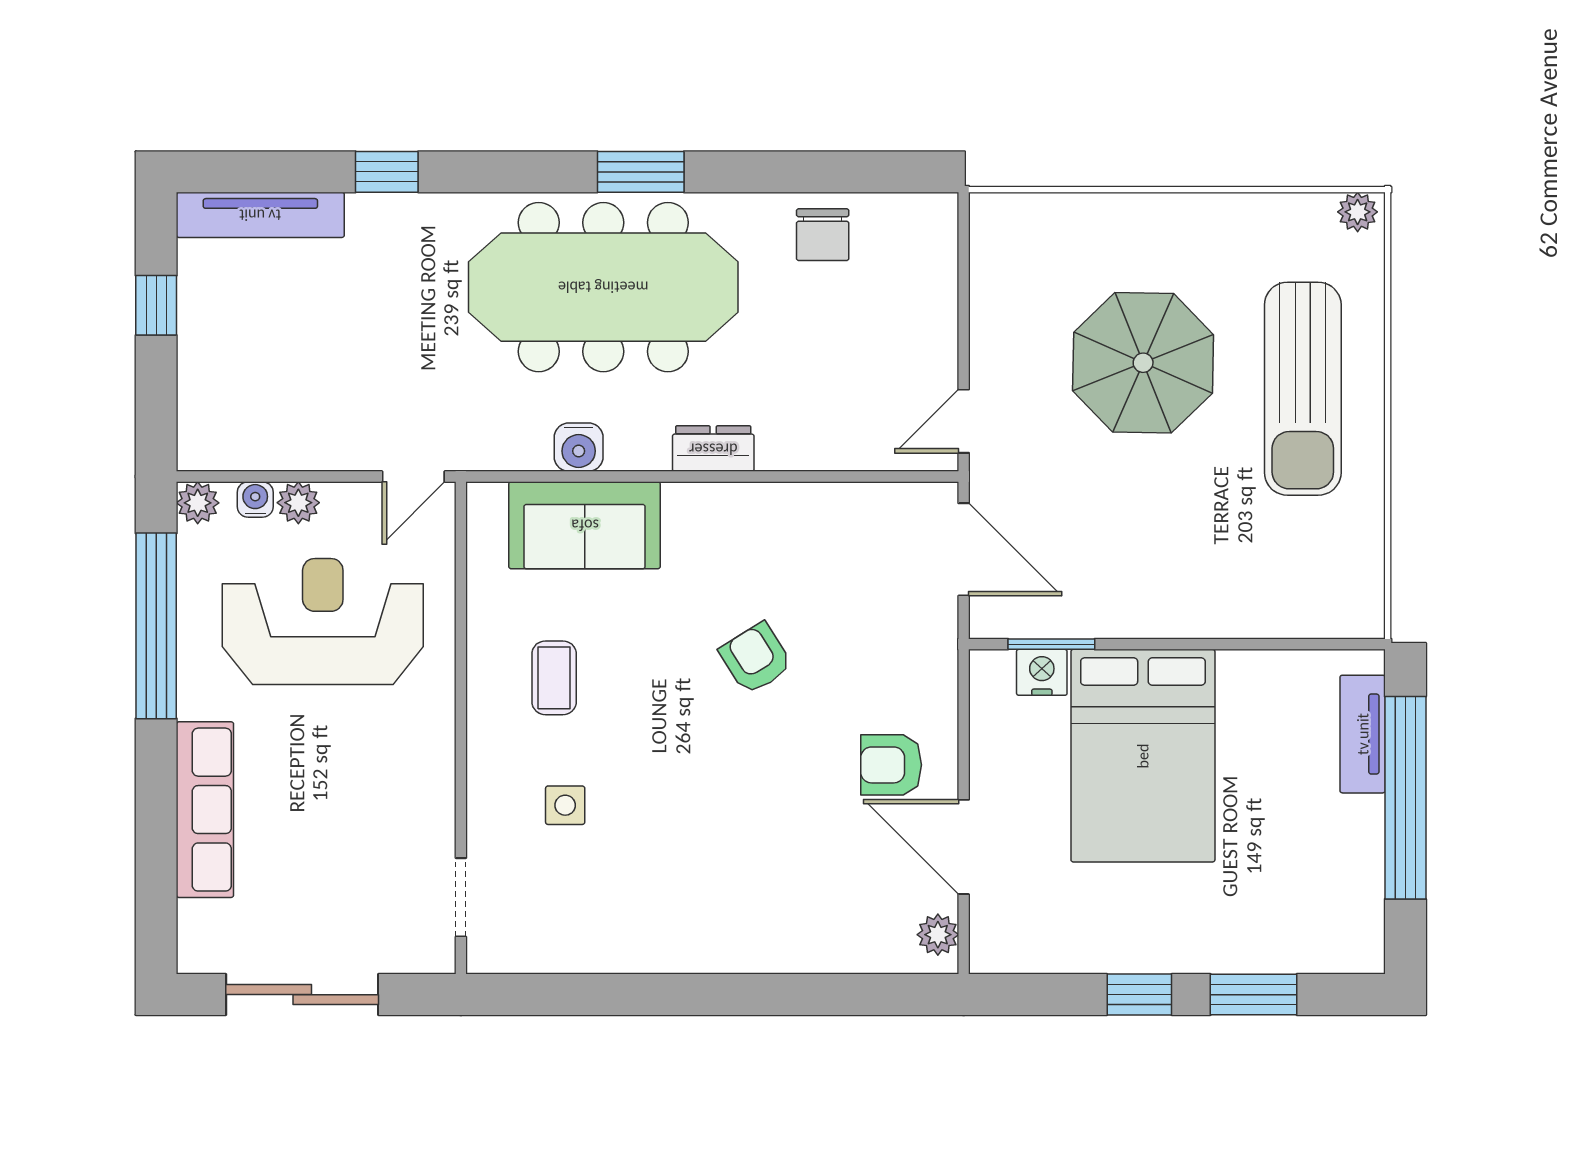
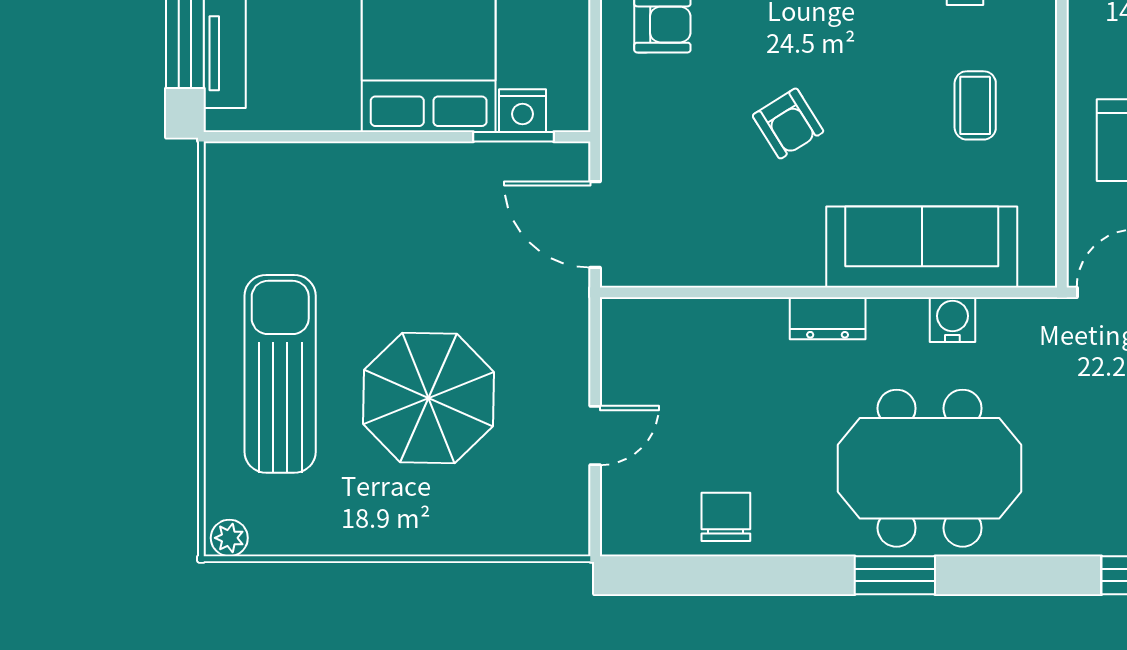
meeting table: (603, 287) -> (930, 468), width x0.73
door: (964, 421) -> (595, 435), moved
sofa: (585, 525) -> (922, 247), width x1.36

